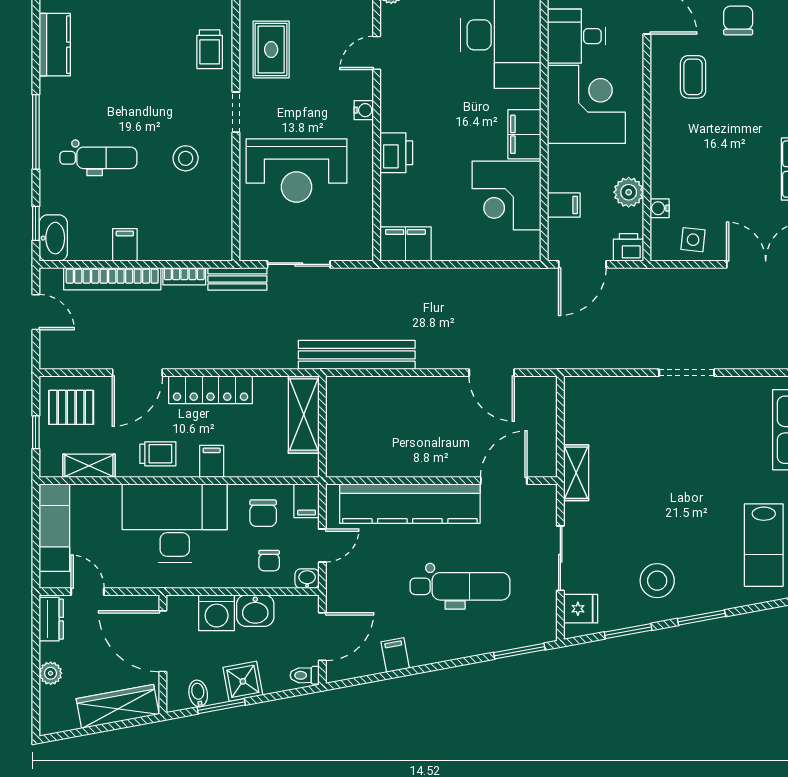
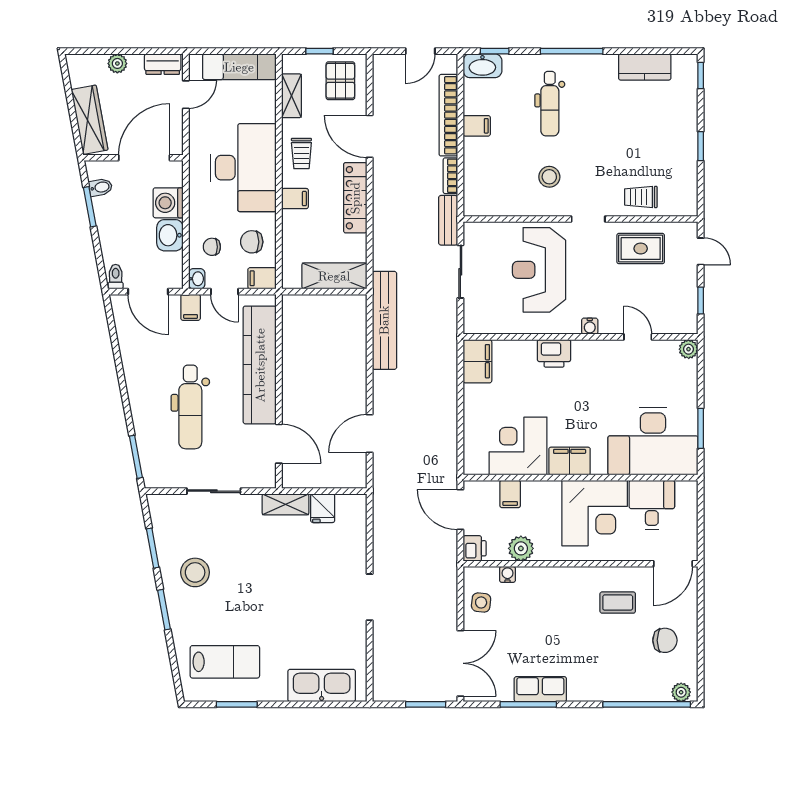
lab bench: (764, 545) -> (225, 662), turned 180
fridge: (581, 609) -> (323, 508), moved
filing cabinet: (395, 655) -> (191, 307), moved, turned 100
shower: (243, 681) -> (111, 225), removed

